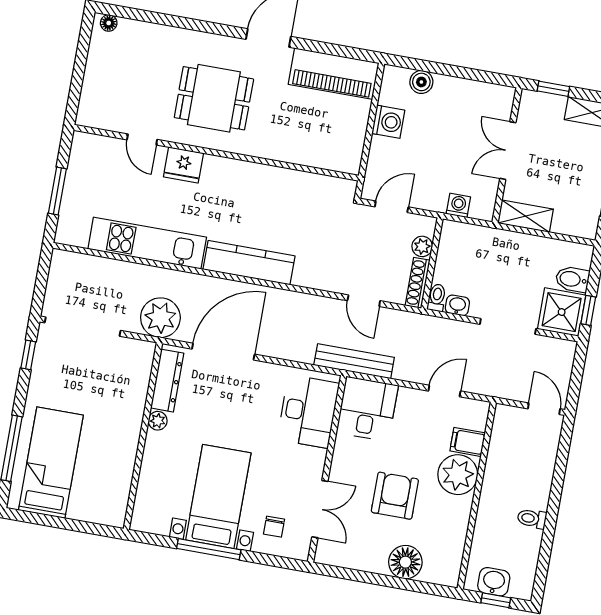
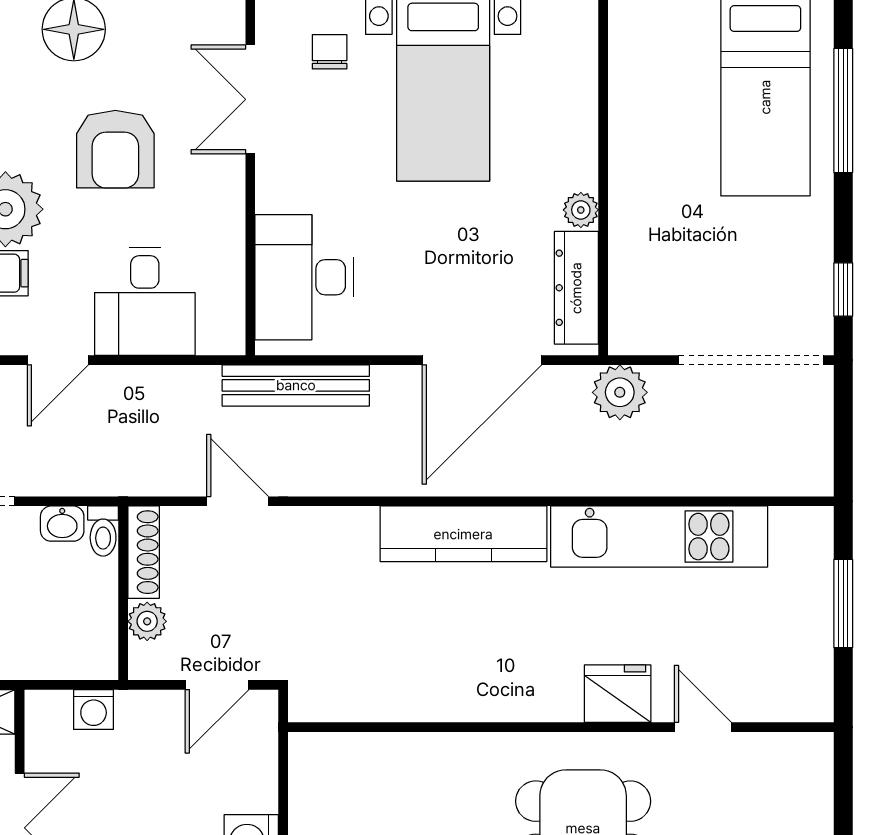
plant: (160, 318) -> (620, 392), width x0.73, depth x0.73
bench: (354, 361) -> (296, 385), moved
desk: (367, 409) -> (145, 301), moved

